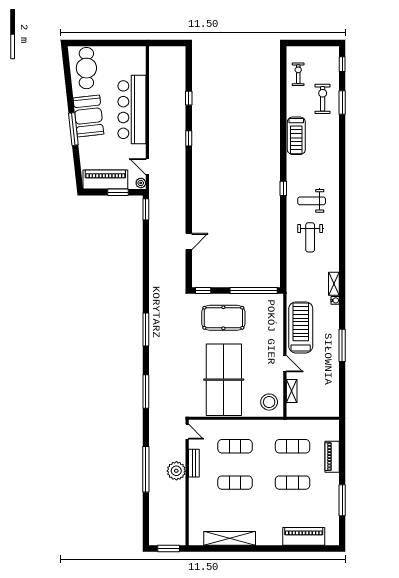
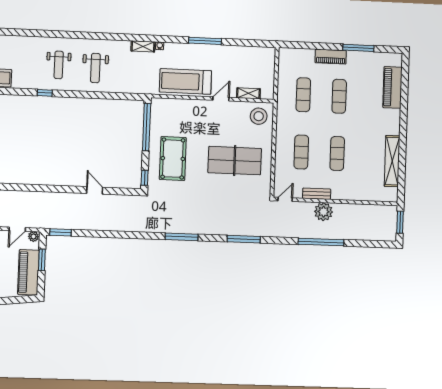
weight bench: (310, 237) -> (95, 68), turned 90
table tennis table: (224, 380) -> (235, 161), width x0.73, depth x0.76
piano: (332, 457) -> (331, 57), moved

